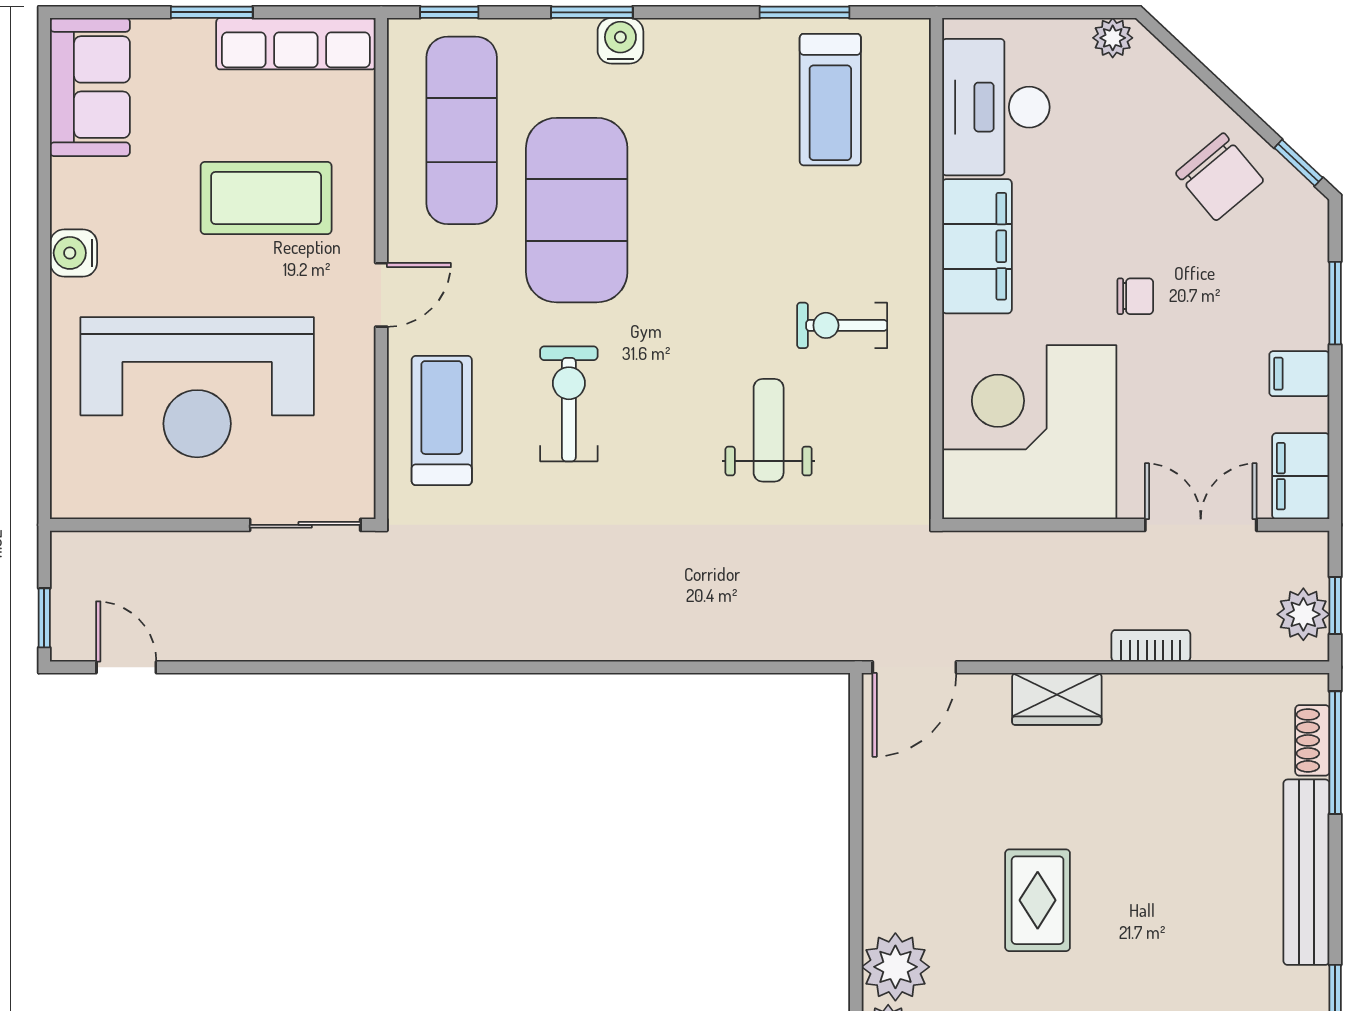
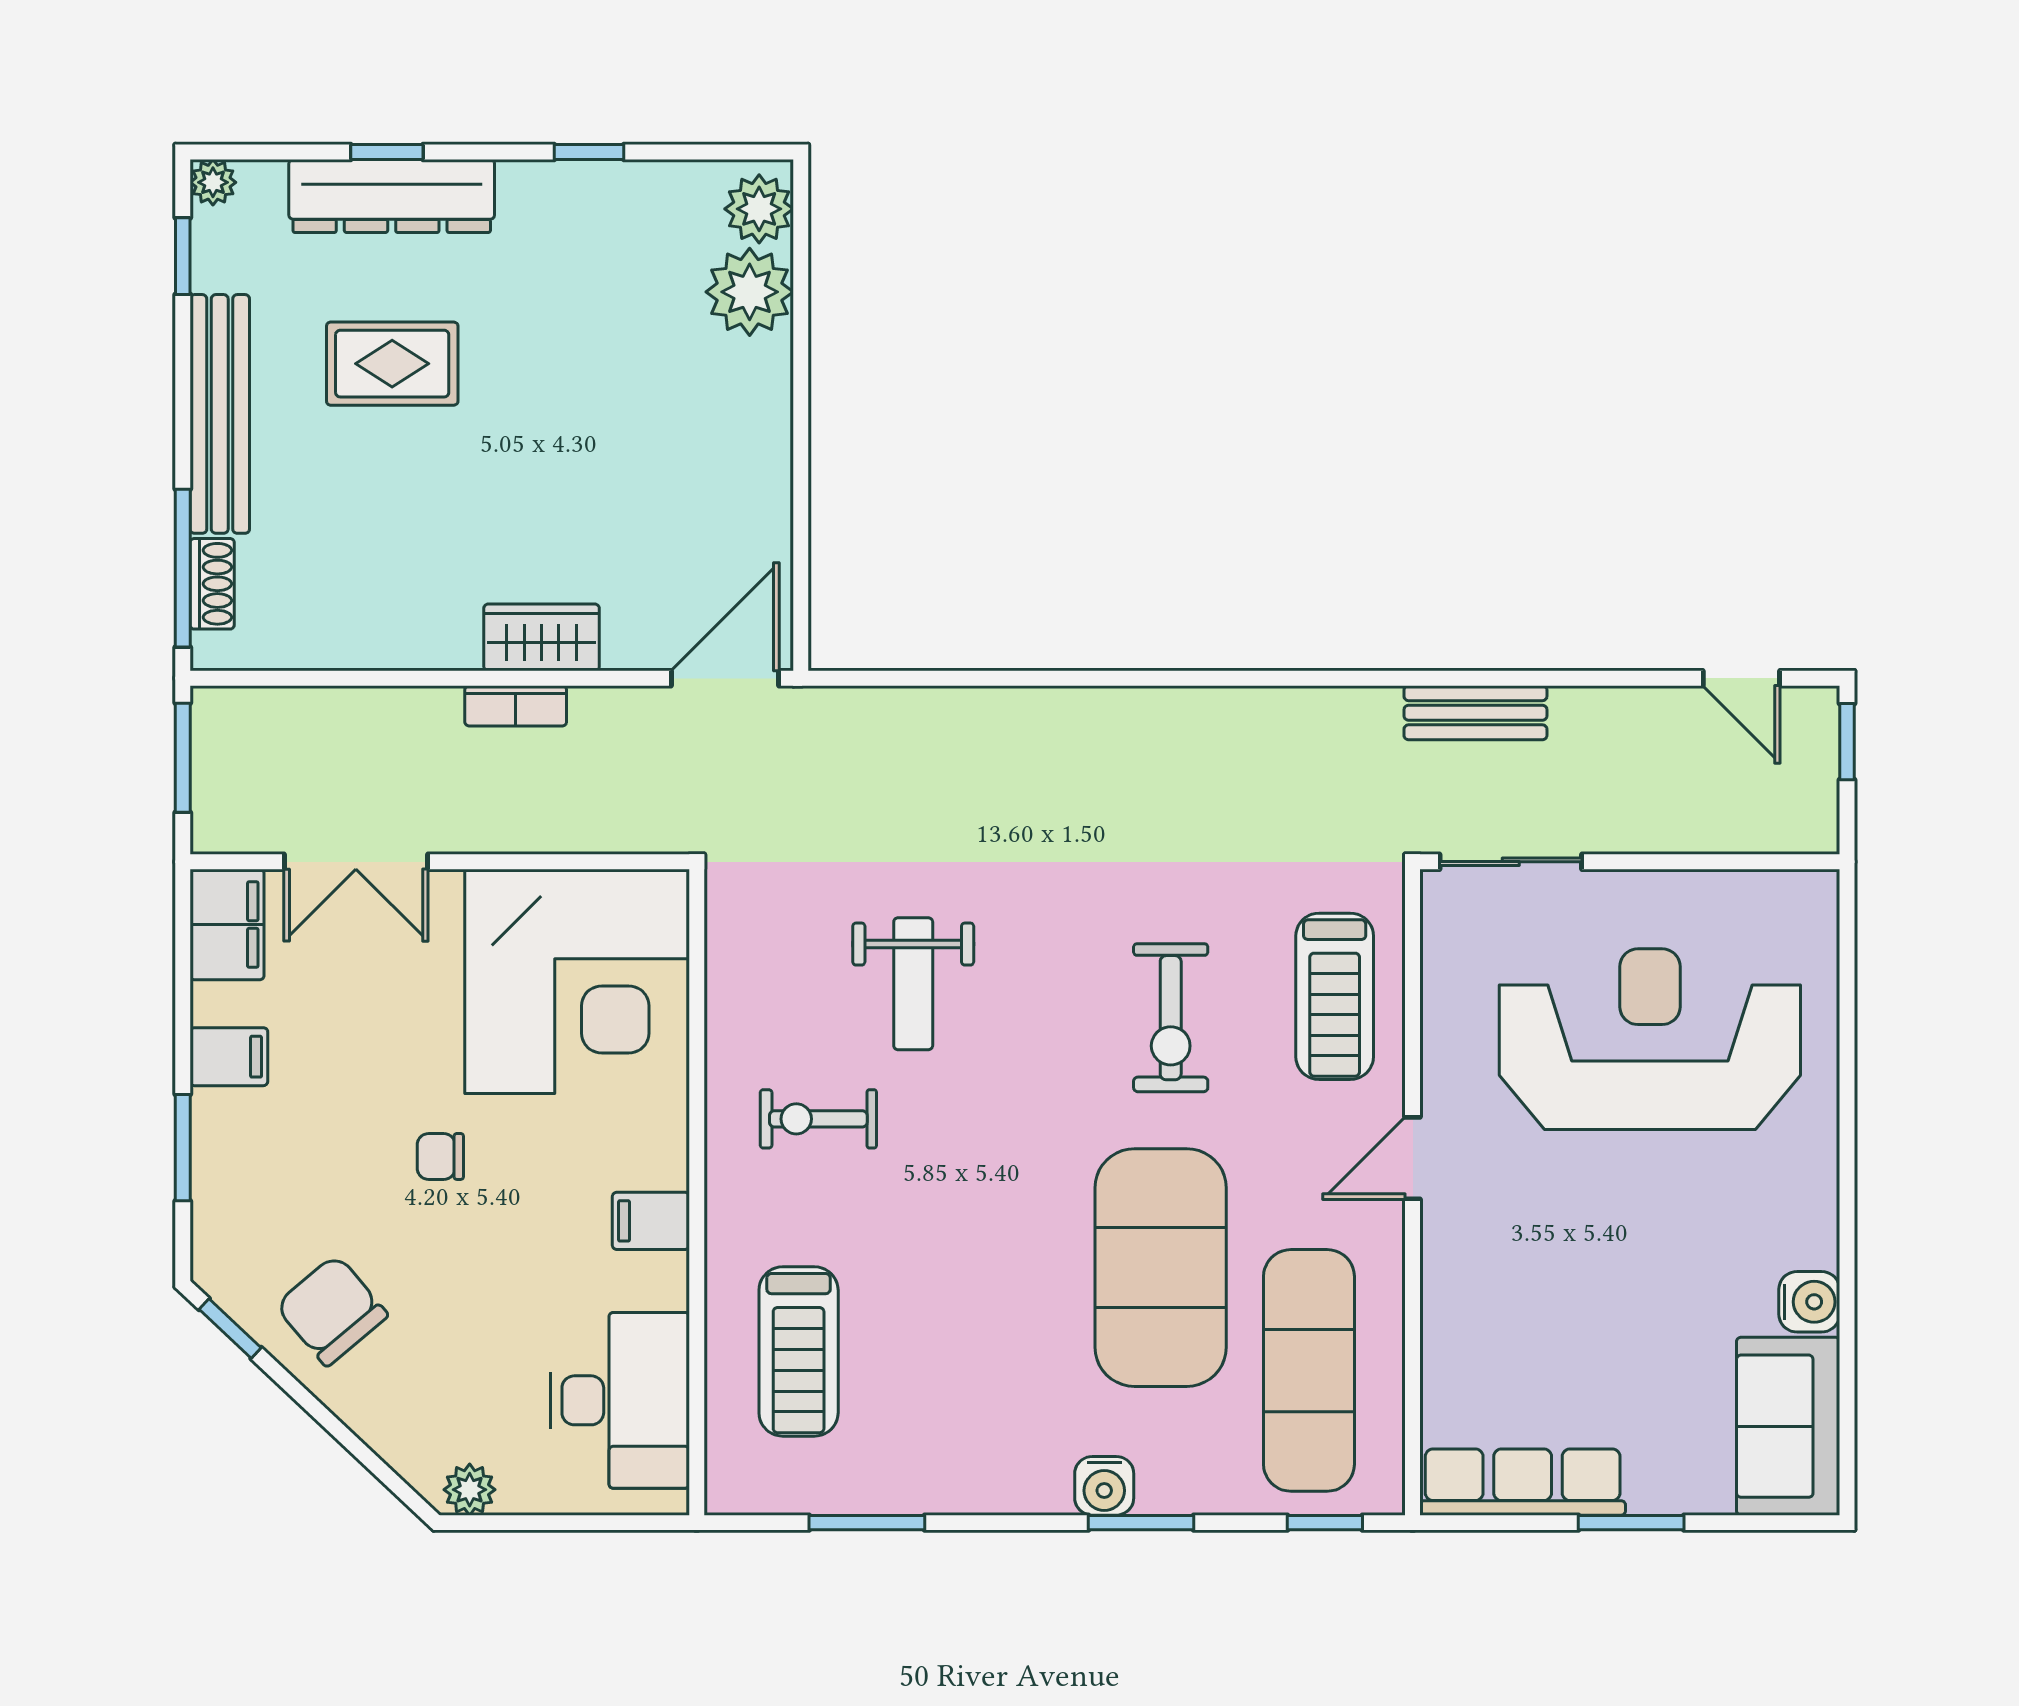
treadmill: (830, 100) -> (799, 1351), moved, turned 180
coffee table: (266, 198) -> (1561, 1283), removed
filing cabinet: (977, 246) -> (651, 1221), width x0.33, depth x0.86
water cooler: (74, 253) -> (1809, 1302), moved
exercise bike: (842, 325) -> (818, 1119), turned 180
window: (1335, 605) -> (183, 758), width x1.50
plant: (1303, 614) -> (224, 746), removed
bench: (332, 640) -> (1475, 713), added
bookcase: (1151, 646) -> (516, 706), moved
rug: (1038, 900) -> (392, 364), moved, turned 90

